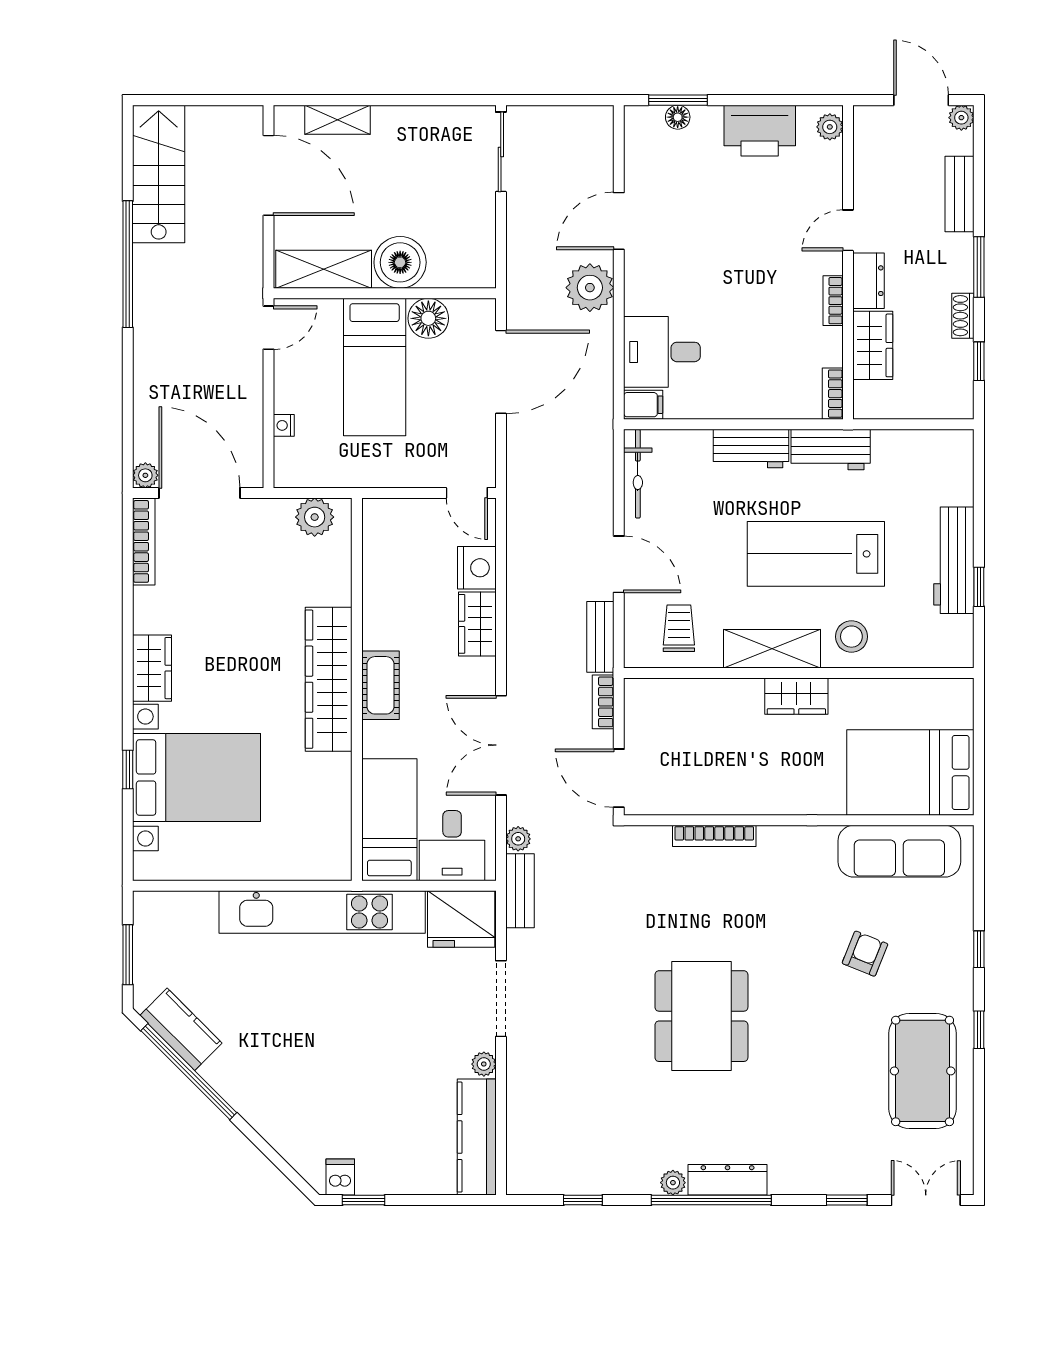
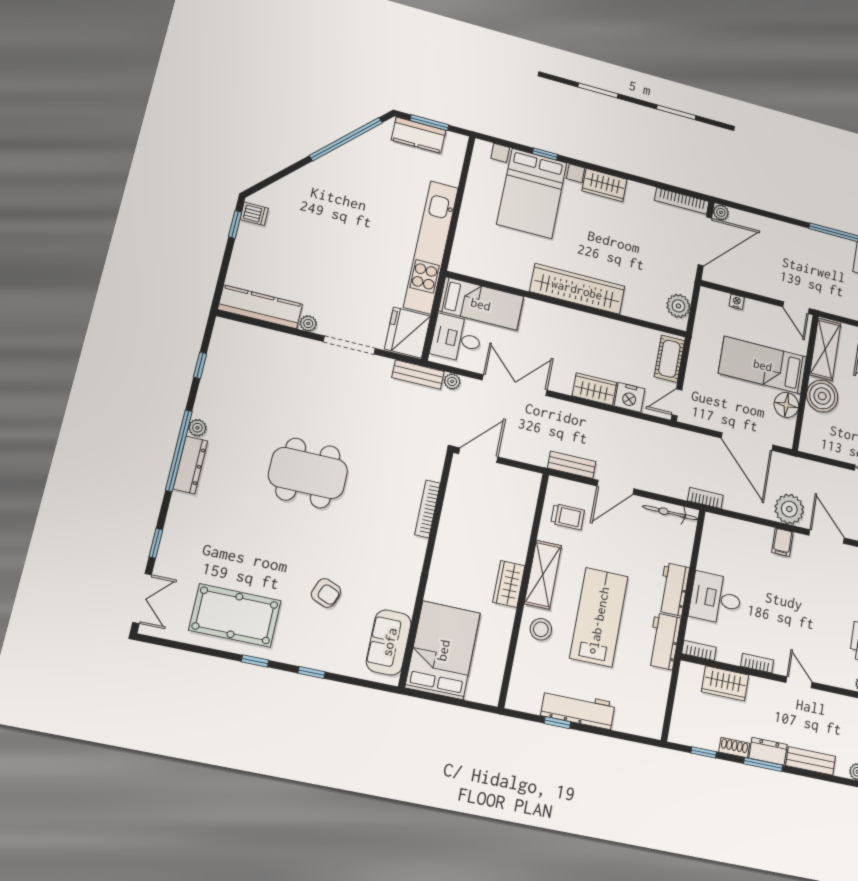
dresser: (869, 281) -> (768, 751), moved, turned 180
desk: (662, 352) -> (716, 598), moved, turned -90
filing cabinet: (643, 405) -> (782, 542), moved
cot: (380, 685) -> (669, 359), moved, turned 90
bookcase: (603, 702) -> (705, 498), moved
sofa: (899, 851) -> (389, 642), width x0.73
kitchen counter: (181, 1029) -> (419, 135), moved, turned 45

